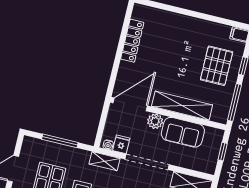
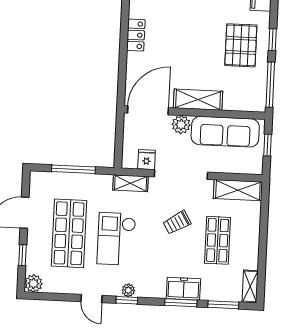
locker: (132, 41) -> (136, 35), width x0.66
shelving: (182, 106) -> (198, 100), width x0.68
sofa: (183, 132) -> (225, 132), width x1.36
water cooler: (108, 145) -> (131, 163), removed

